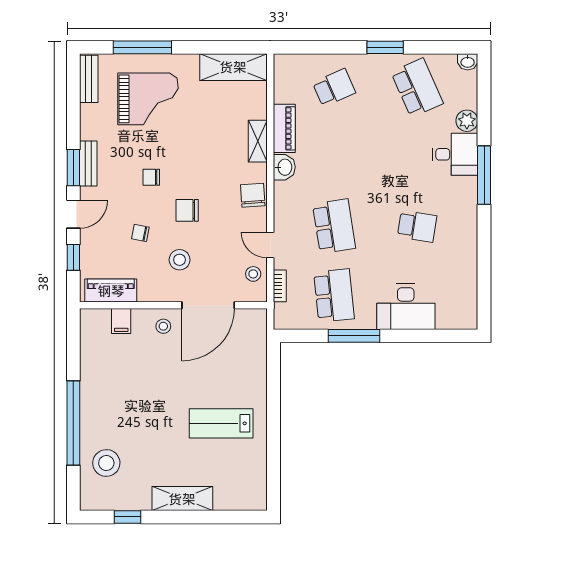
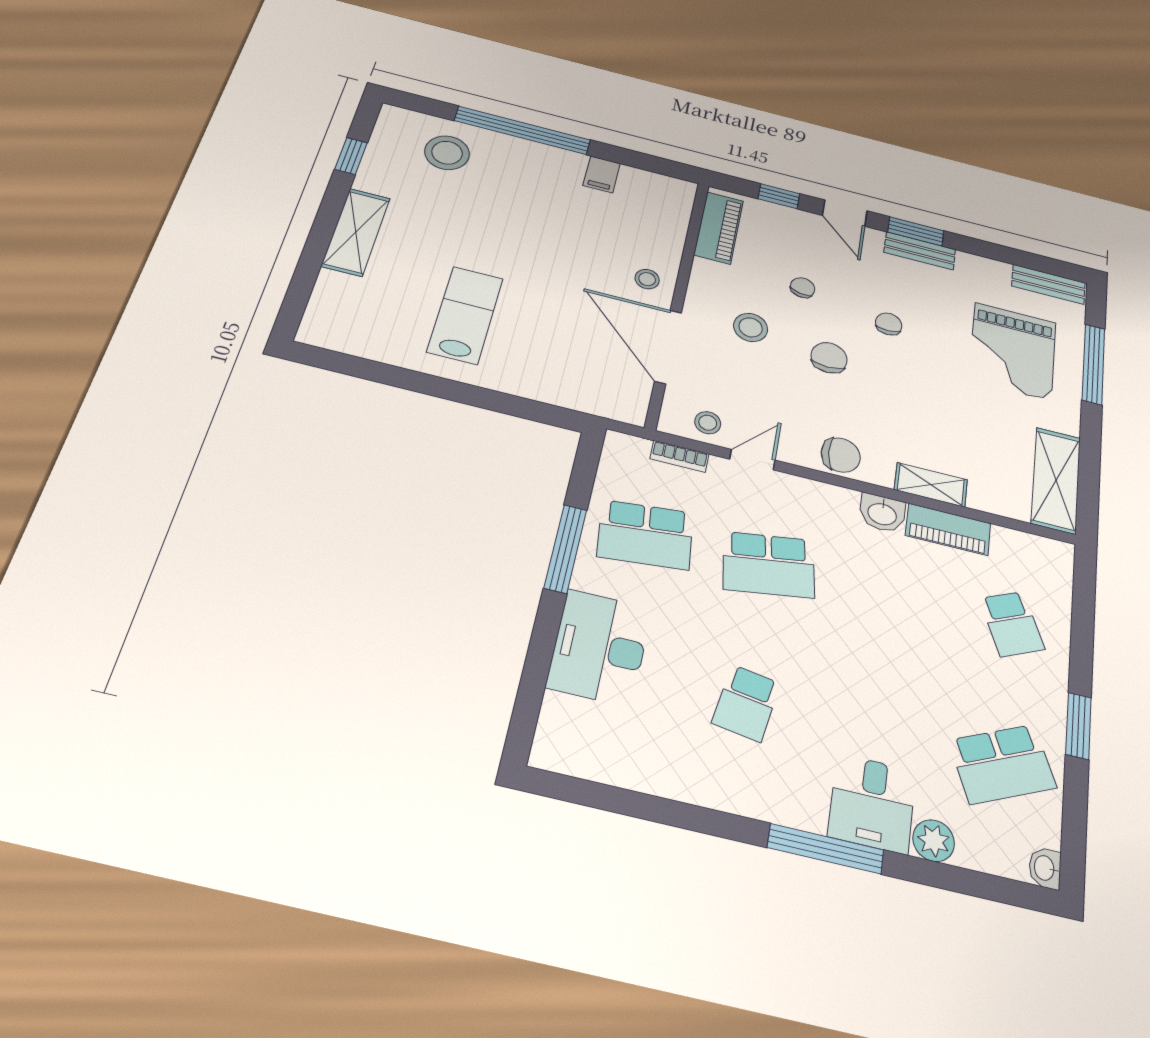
filing cabinet: (121, 321) -> (602, 174), moved, turned -90

